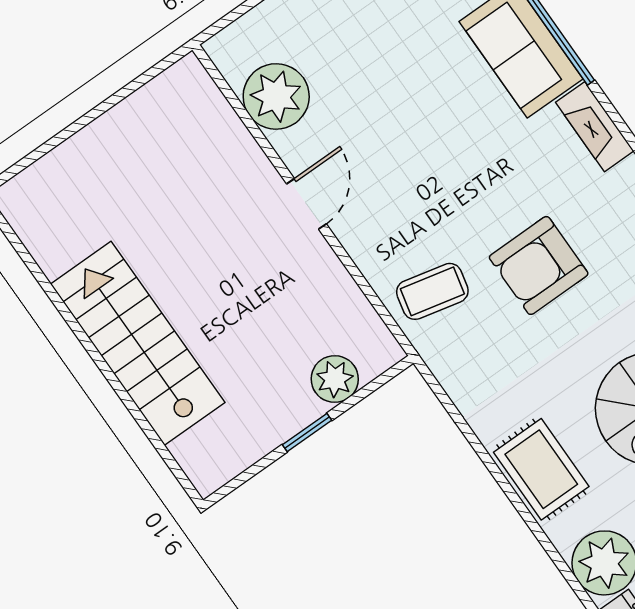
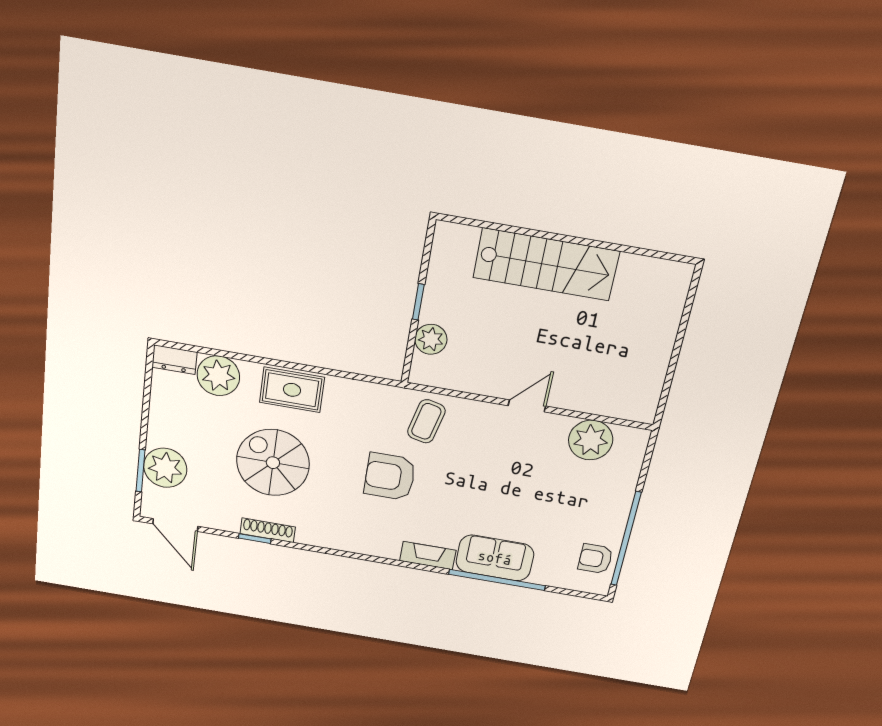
door: (307, 204) -> (527, 406), swing flipped
armchair: (539, 265) -> (390, 477), turned -90

